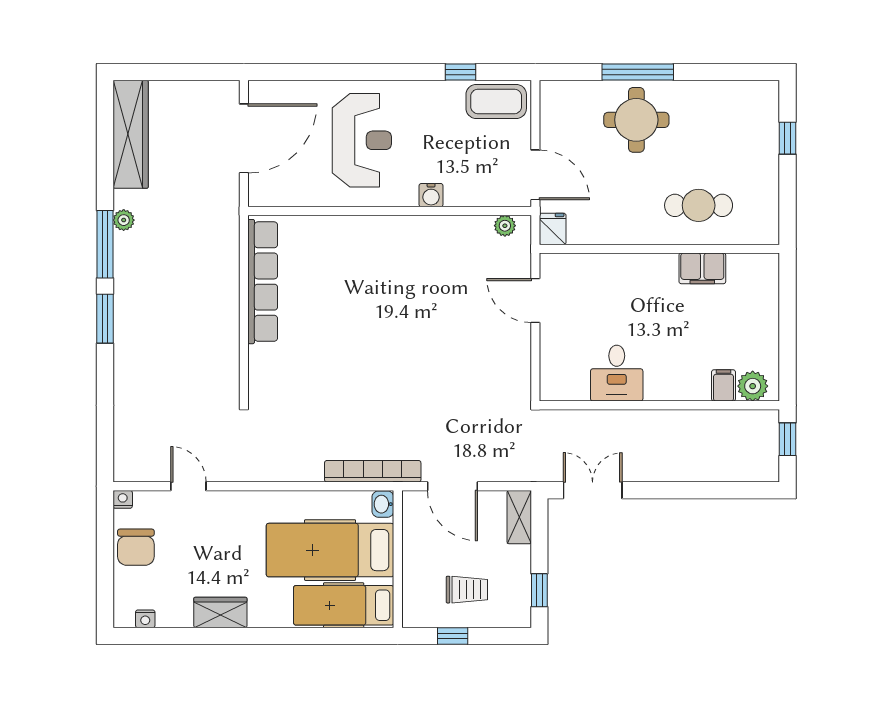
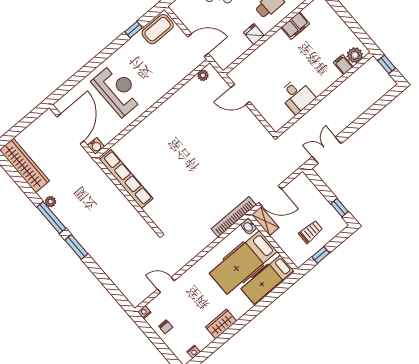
water cooler: (431, 195) -> (96, 146), moved
fridge: (553, 229) -> (254, 34), moved
shelving: (519, 517) -> (265, 221), moved
chair: (136, 547) -> (166, 327), width x0.54, depth x0.54

